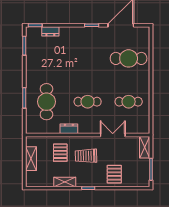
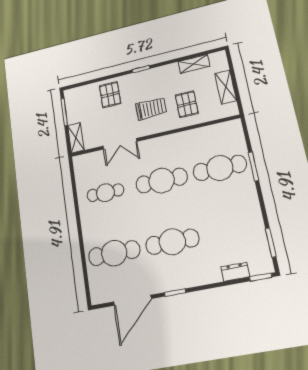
cafe table: (88, 58) -> (172, 242), added
cafe table: (46, 102) -> (220, 168), turned 90
cafe table: (88, 102) -> (162, 181), width x1.37, depth x1.35
dresser: (69, 129) -> (181, 138), removed
shelving: (65, 182) -> (194, 64), moved

